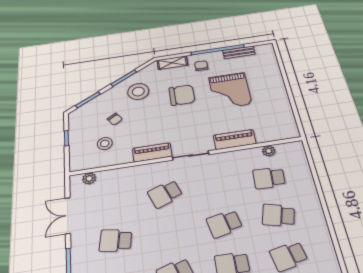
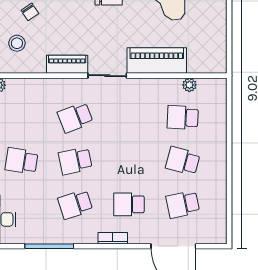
piano: (235, 139) -> (157, 61), width x1.37, depth x1.33
school desk: (224, 224) -> (75, 161), moved

